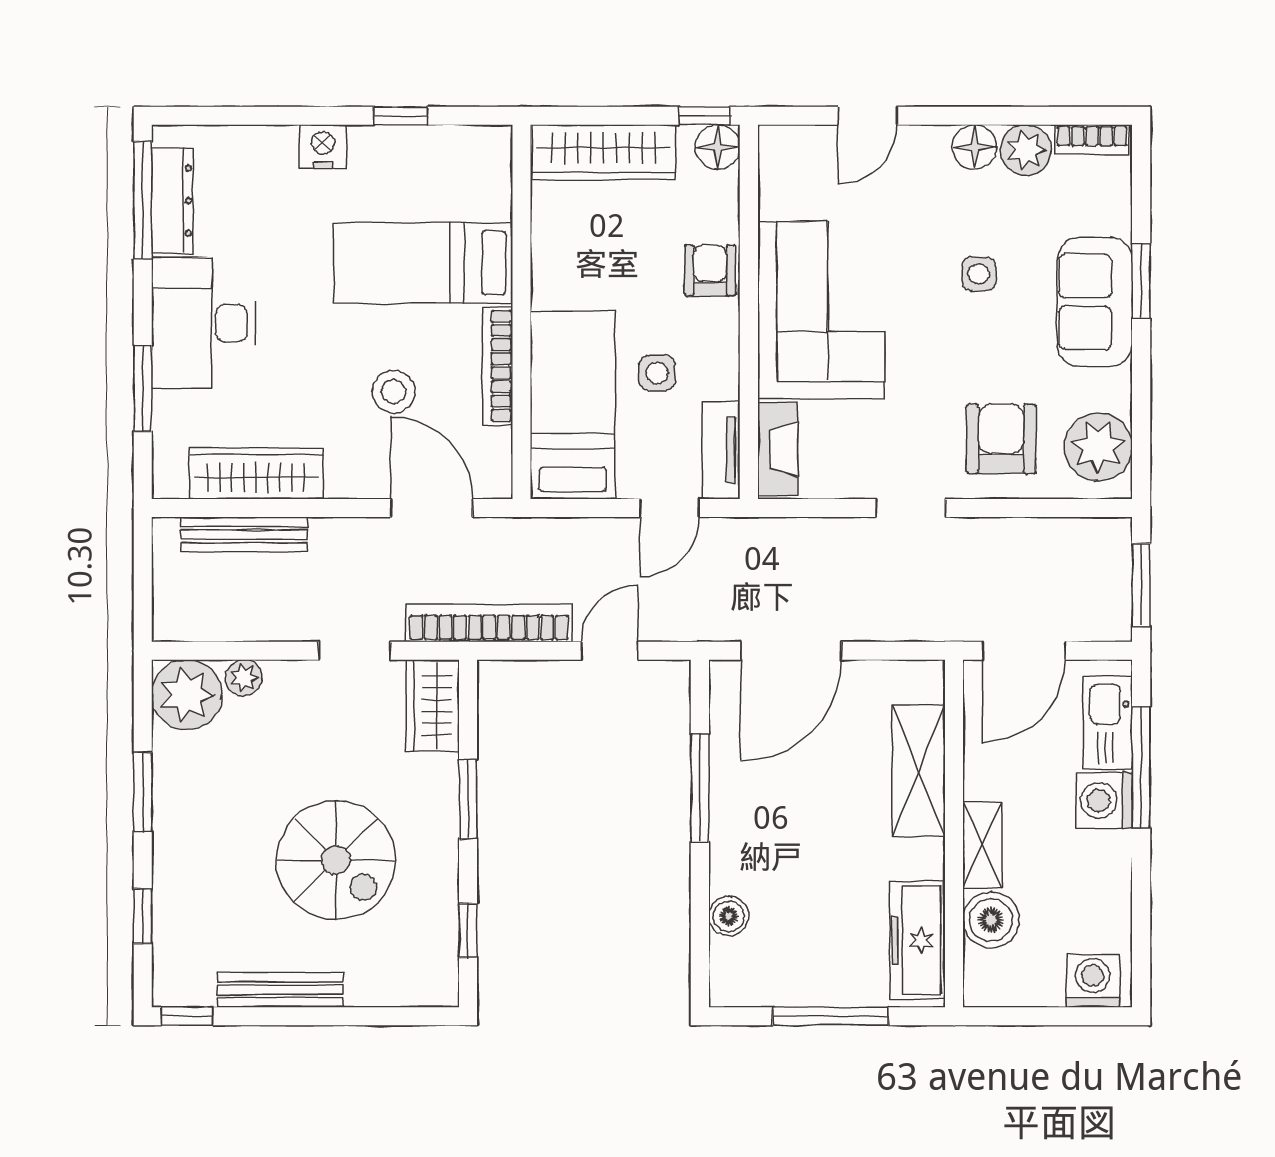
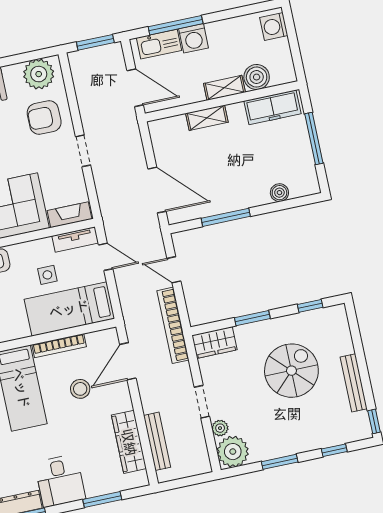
desk: (203, 323) -> (60, 481), width x0.73
doorway: (355, 651) -> (202, 402), moved
shelving: (919, 771) -> (207, 118), width x0.67, depth x0.75

